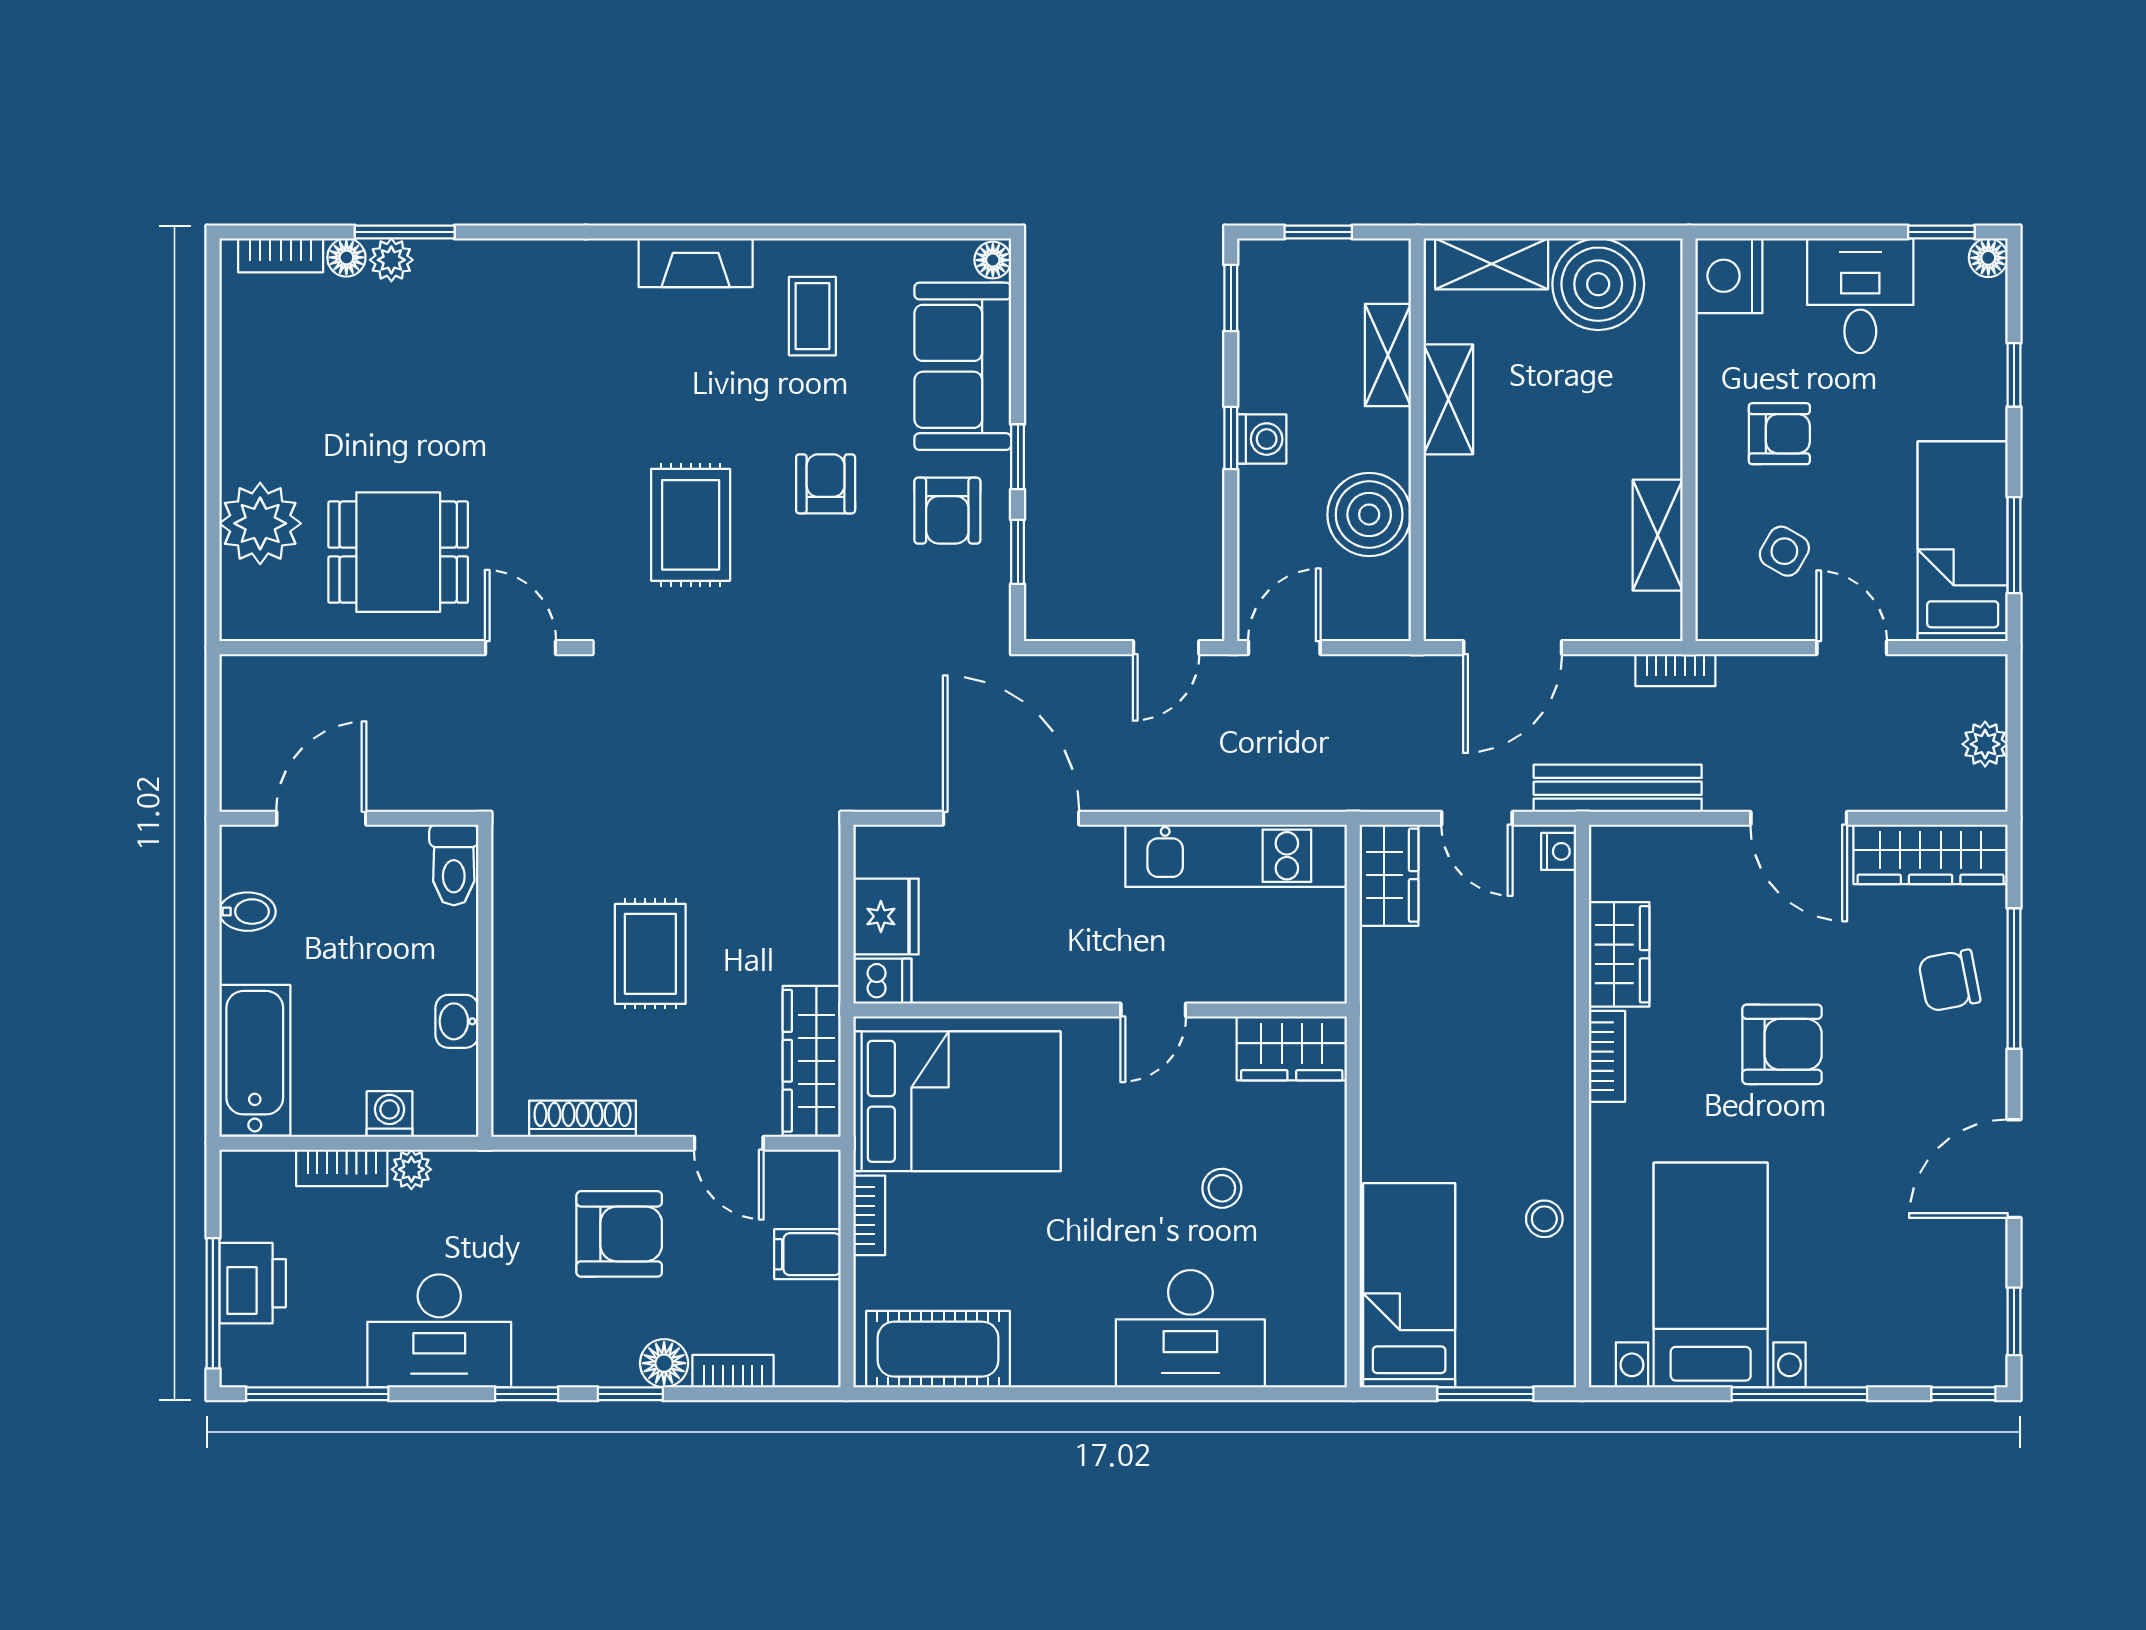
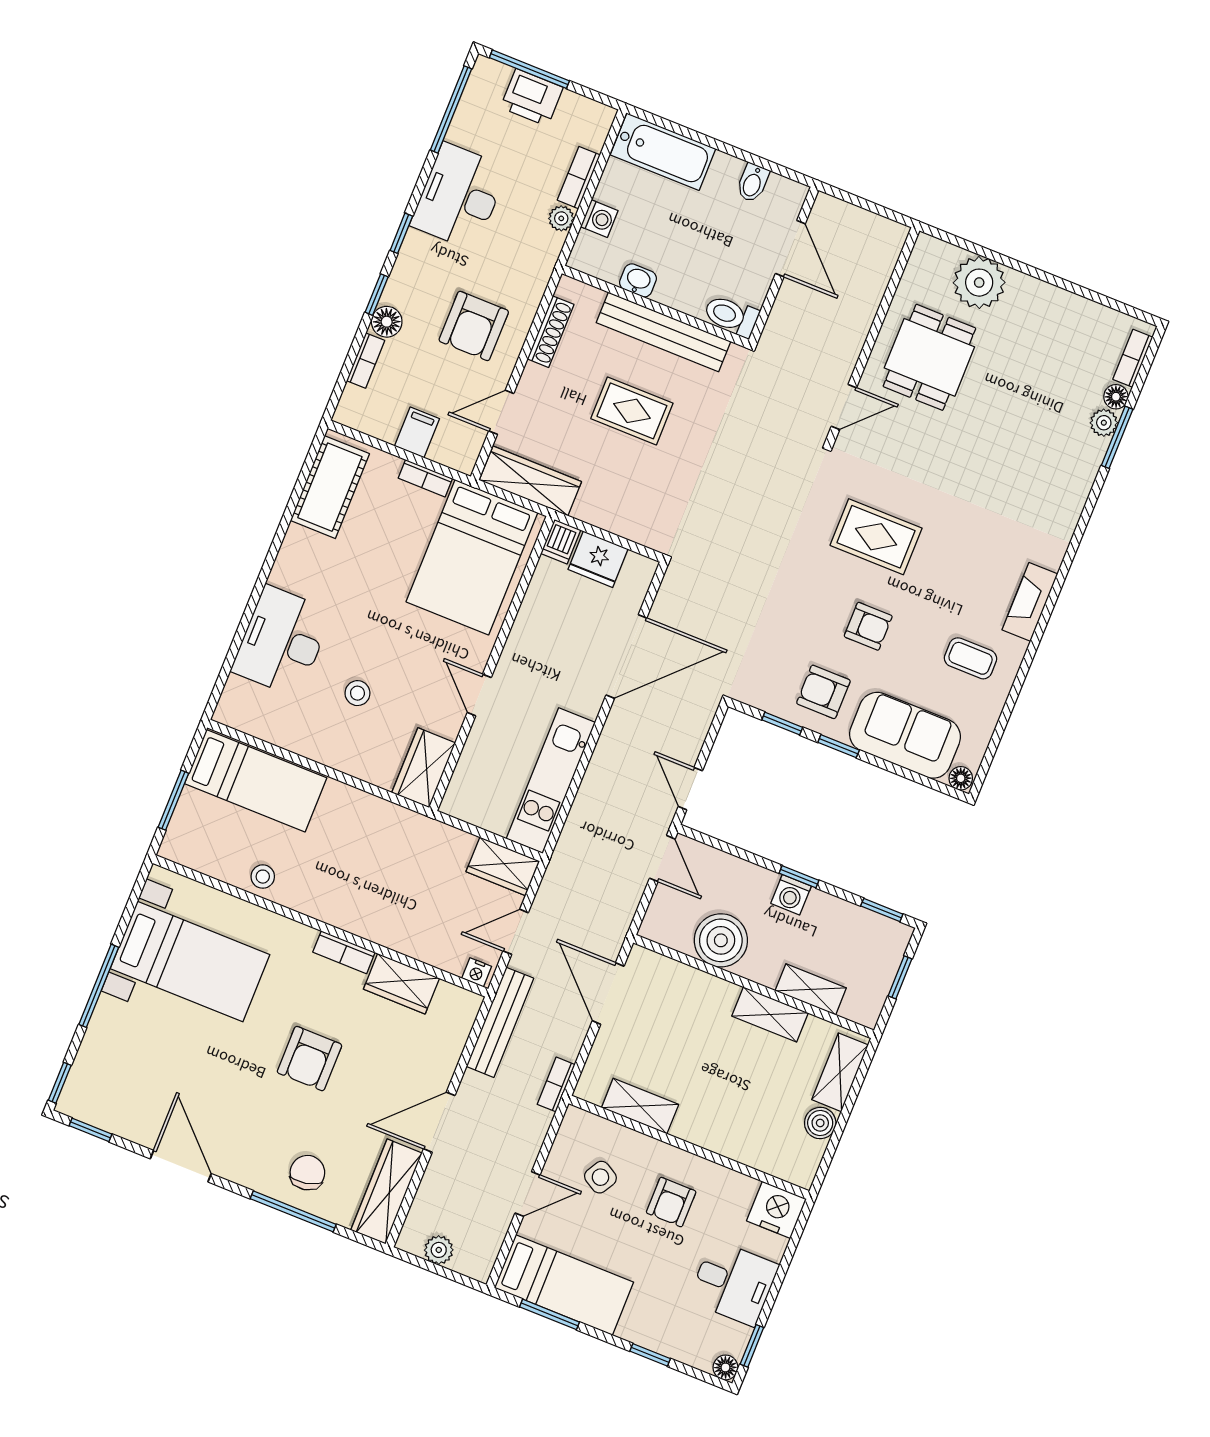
boiler: (1598, 284) -> (820, 1123), width x0.54, depth x0.54
bench: (517, 954) -> (663, 332), added

